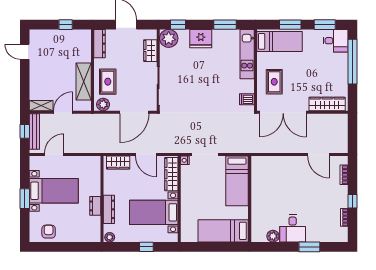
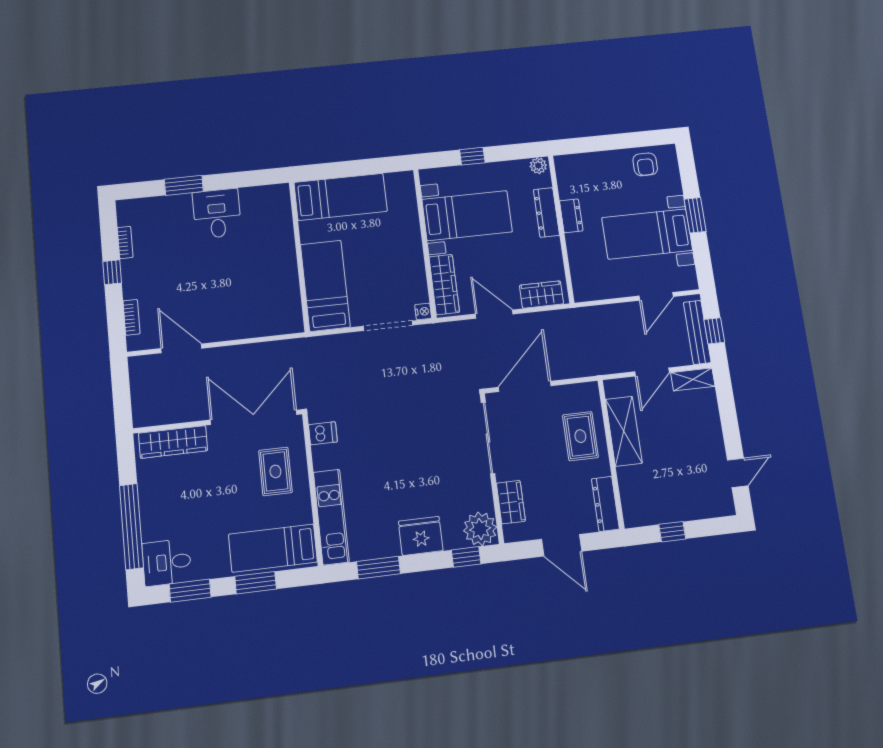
door: (25, 52) -> (738, 473), hinge flipped
plant: (103, 104) -> (583, 394), removed
plant: (273, 236) -> (251, 197), removed

